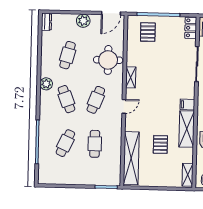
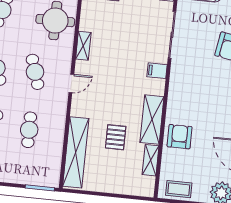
cafe table: (96, 100) -> (35, 72), turned -39
filing cabinet: (187, 105) -> (157, 71), moved
shelving: (188, 175) -> (151, 160), moved

